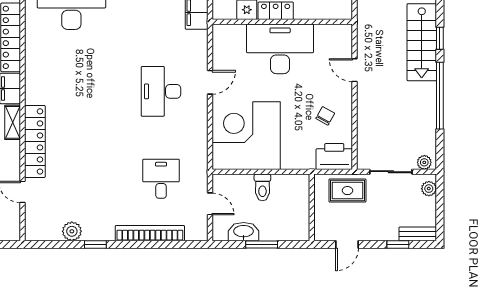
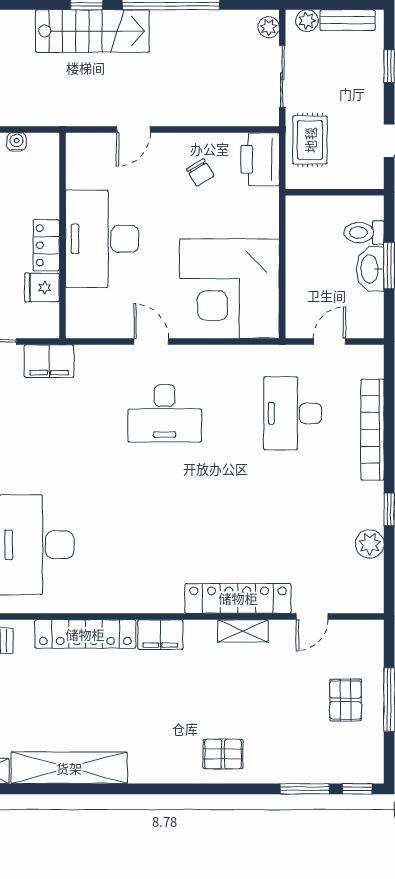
chair: (325, 116) -> (200, 172), turned -150
shelving: (13, 122) -> (243, 631), moved
desk: (161, 179) -> (293, 413), width x1.37
toilet: (262, 187) -> (364, 233), moved, turned 180
washbasin: (244, 232) -> (370, 269), moved
bench: (418, 234) -> (348, 20), moved, turned 90

